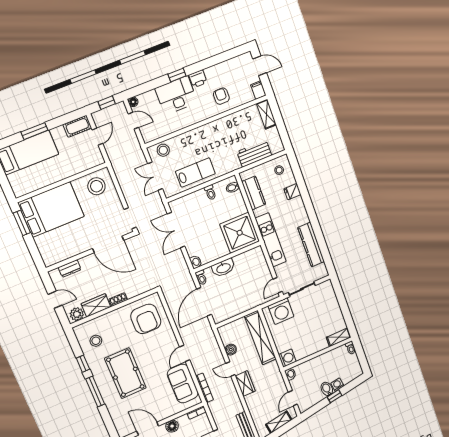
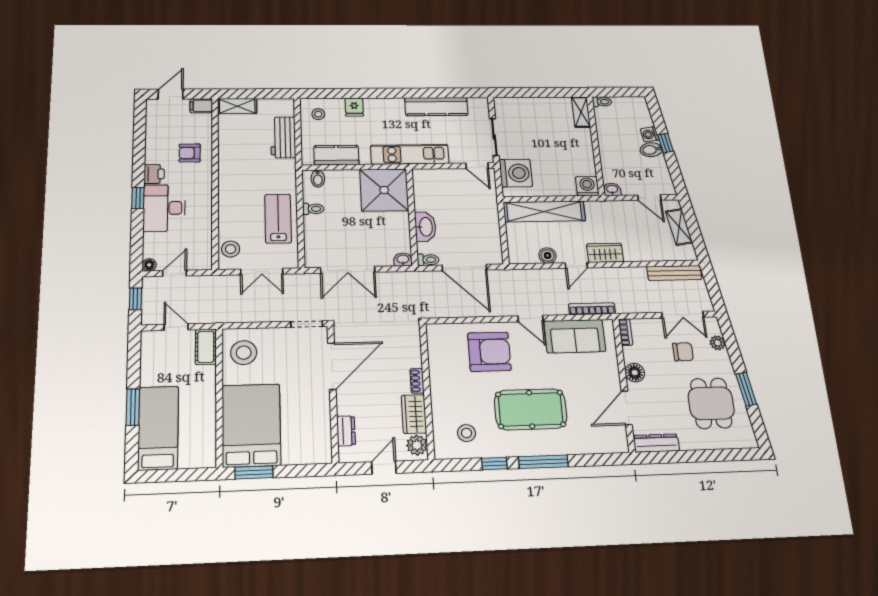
cot: (77, 126) -> (206, 347), moved
armchair: (146, 319) -> (489, 352), moved

